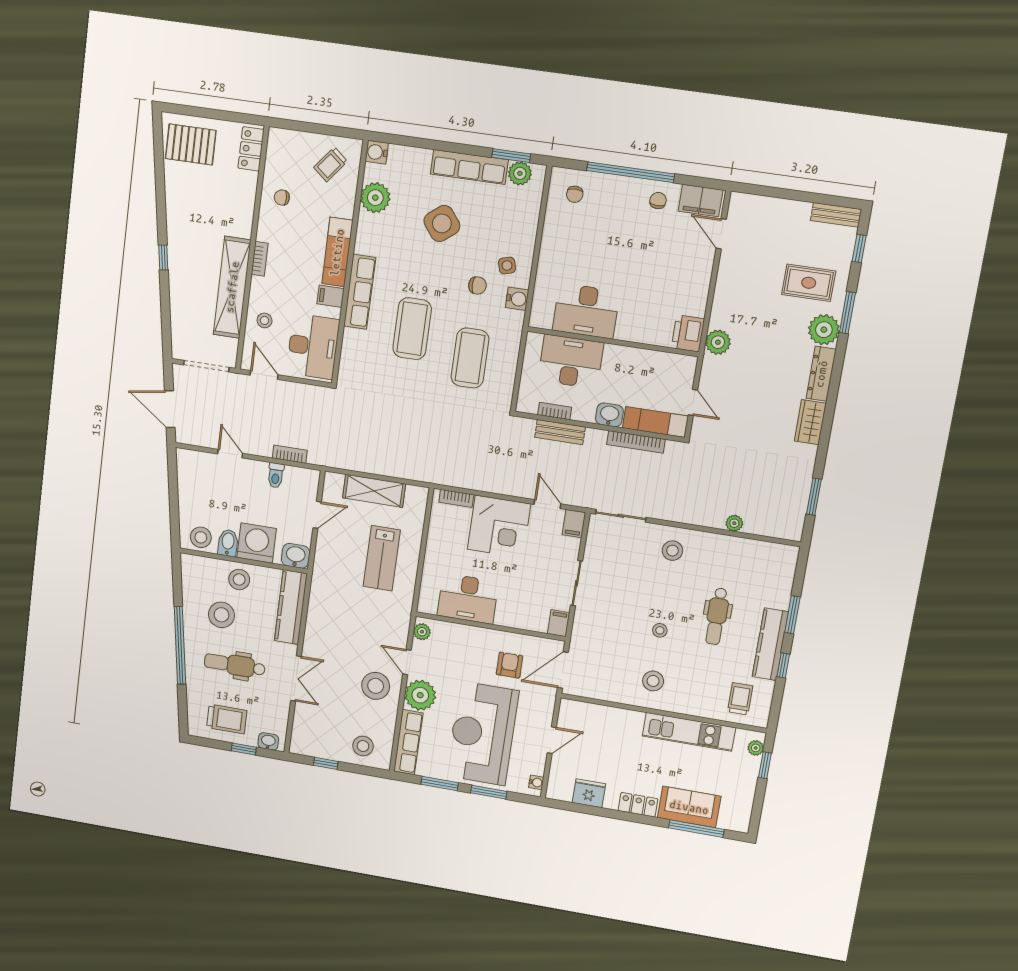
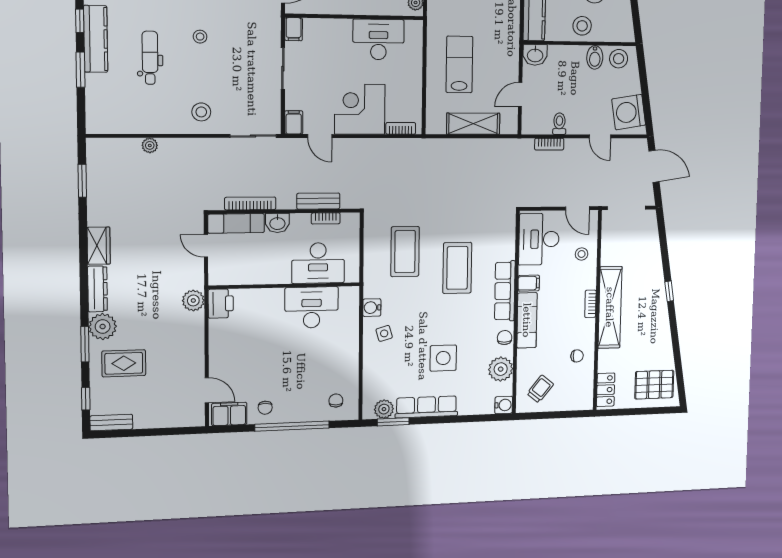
side table: (442, 223) -> (443, 358), turned 38
chair: (477, 285) -> (505, 338), moved, turned 90
shelving: (232, 287) -> (610, 307), moved
washing machine: (257, 543) -> (629, 112), moved, turned 81

